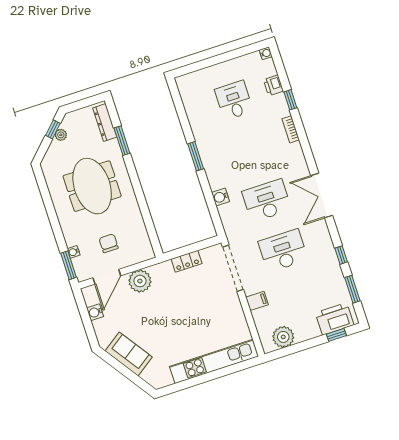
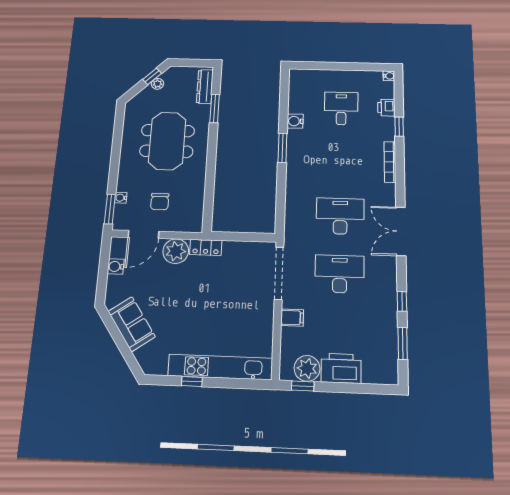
bookcase: (291, 129) -> (390, 162), width x1.56
water cooler: (221, 197) -> (295, 121), moved
chair: (109, 243) -> (160, 202), turned 180
locker: (187, 261) -> (206, 247), moved
printer: (335, 319) -> (341, 368), moved
window: (336, 335) -> (303, 386), moved
window: (196, 381) -> (192, 381), added

